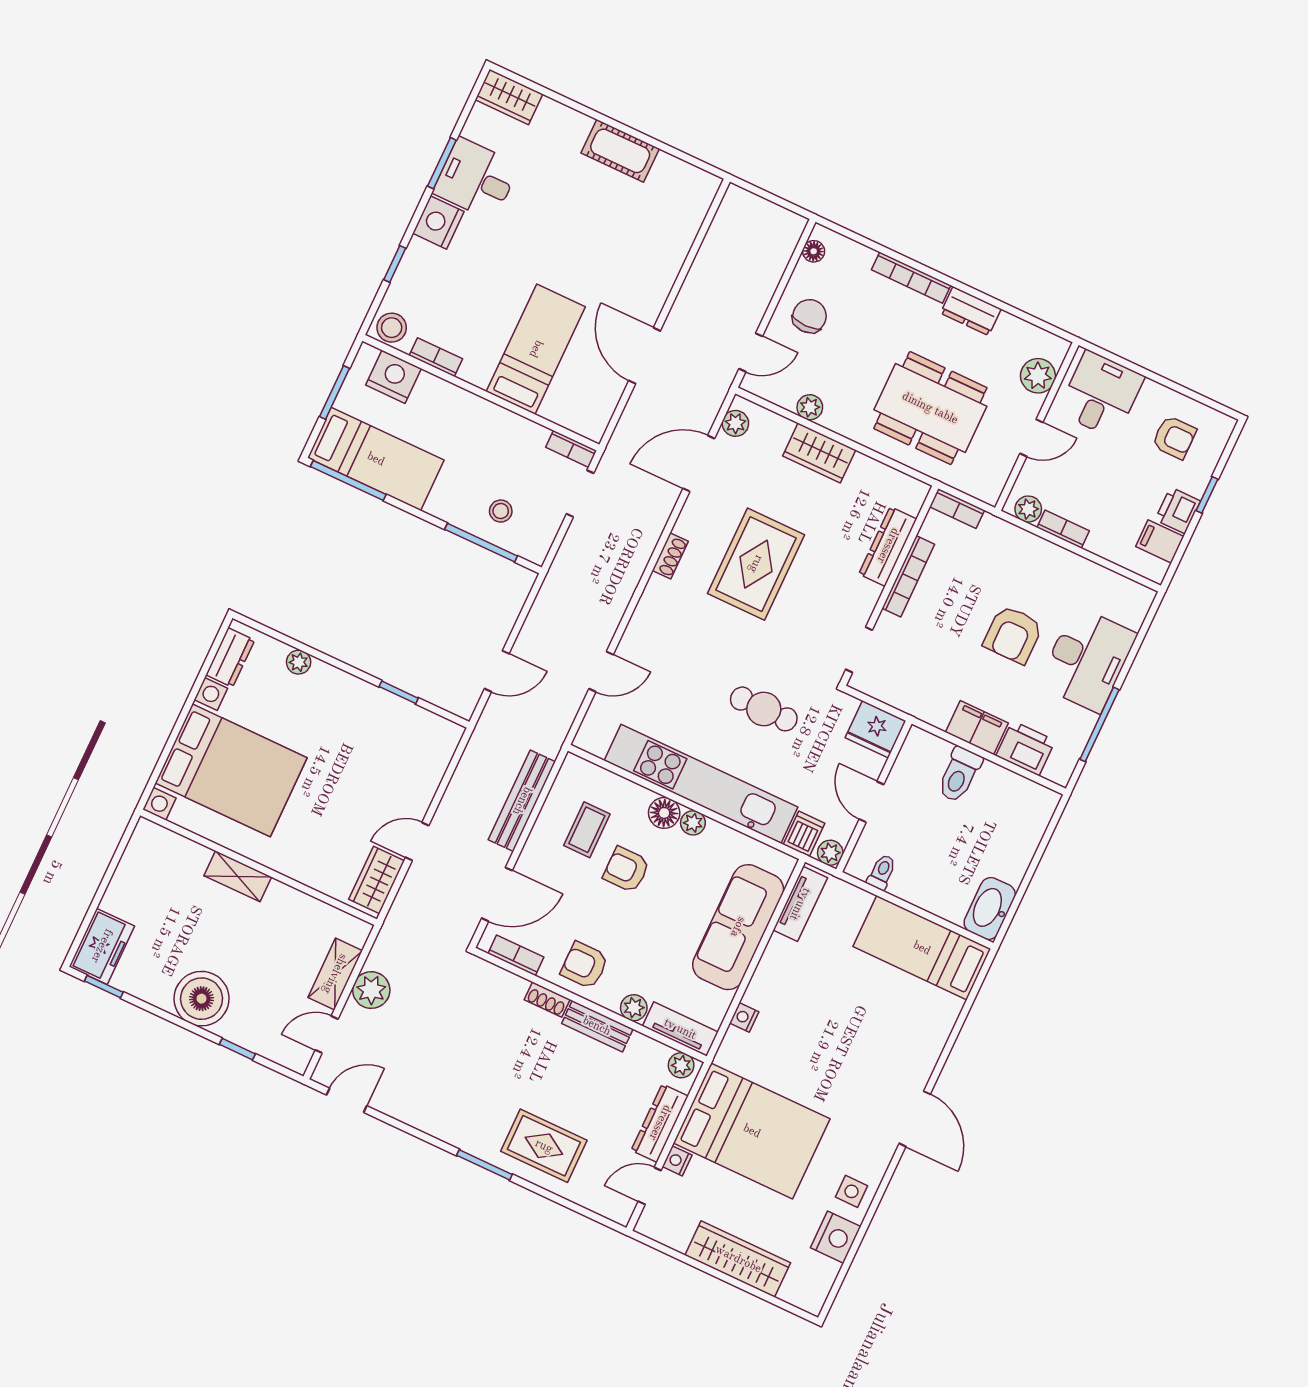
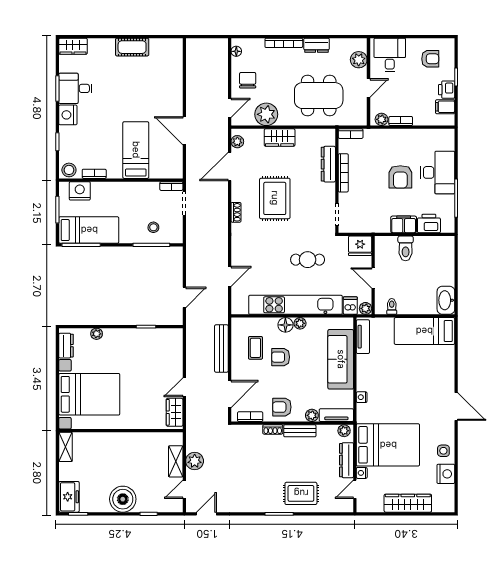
plant: (810, 407) -> (266, 114), width x1.87, depth x1.87
shelving: (238, 876) -> (66, 447), moved, turned 90

